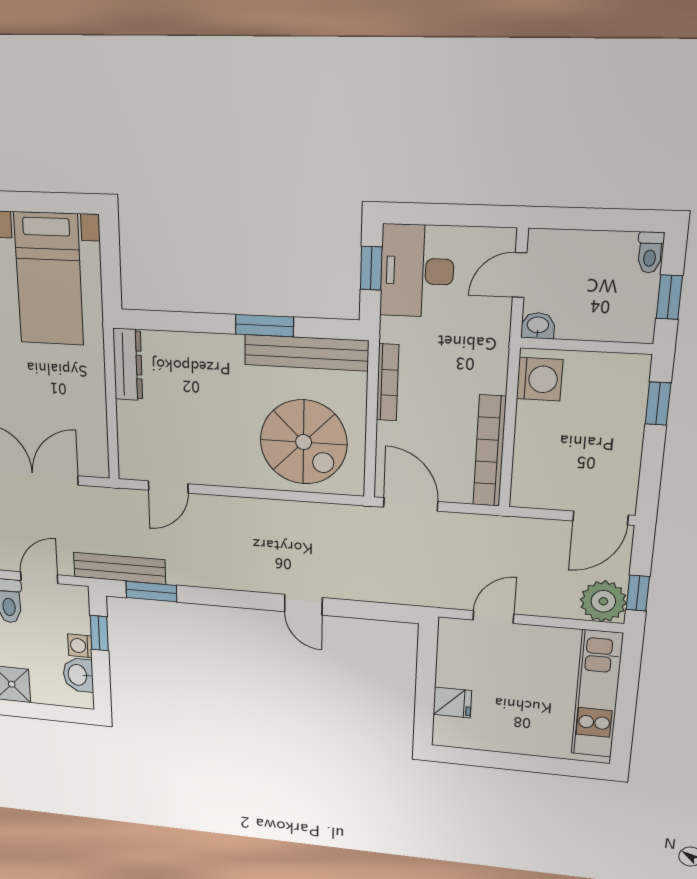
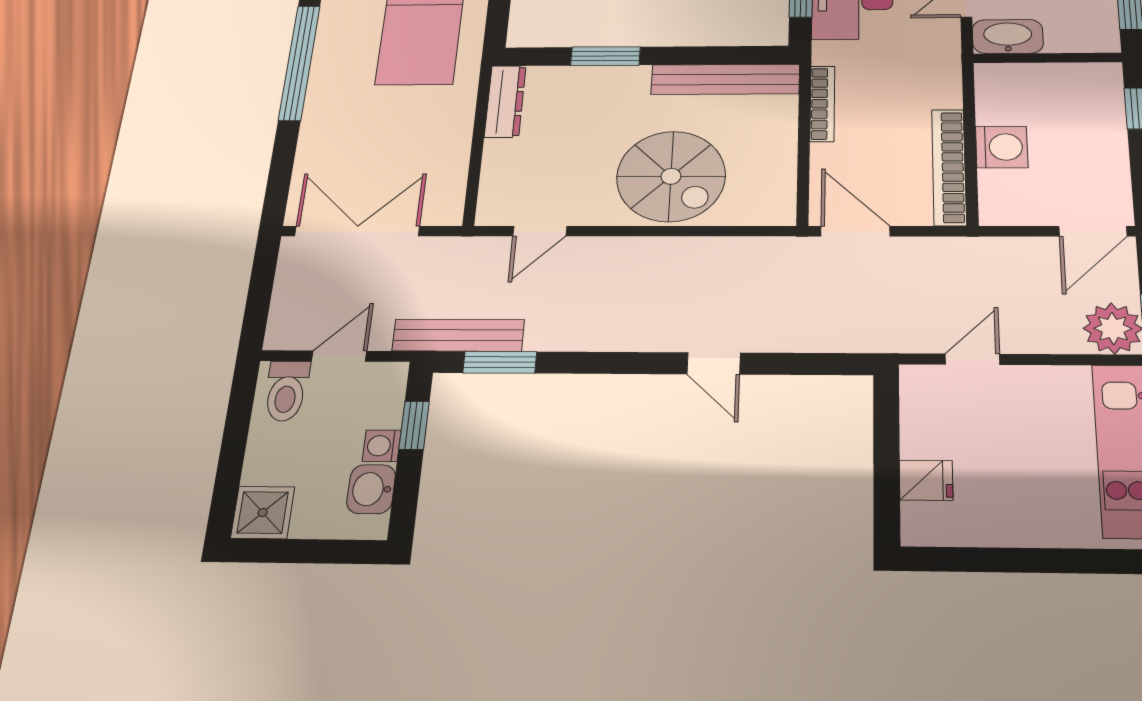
window: (264, 326) -> (605, 56), moved
washbasin: (538, 326) -> (1008, 36), width x1.91, depth x1.45
washing machine: (540, 379) -> (1002, 147), moved
spiral stairs: (304, 442) -> (671, 176), moved

